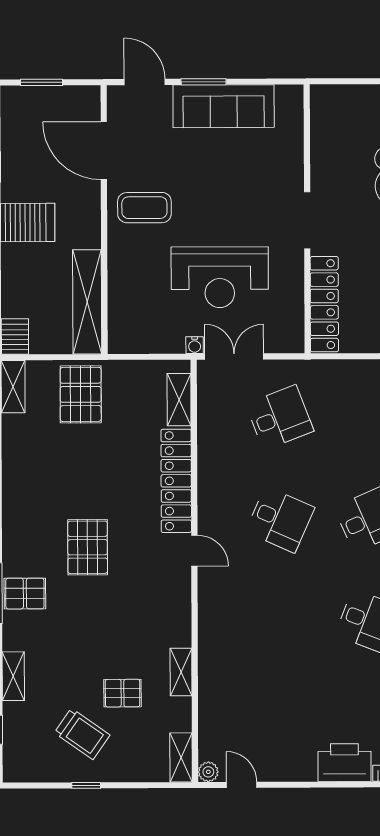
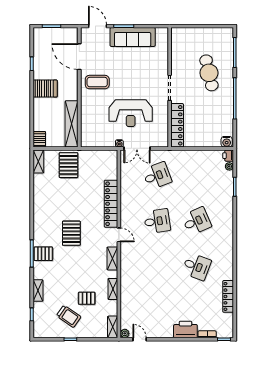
double door: (234, 357) -> (137, 148), swing flipped
shelving: (179, 400) -> (112, 258), moved
desk: (280, 520) -> (157, 221), turned -33

